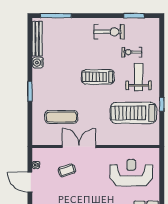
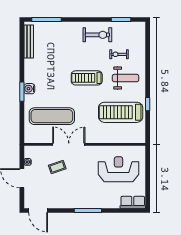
water cooler: (38, 63) -> (29, 89), moved
weight bench: (139, 77) -> (126, 78), turned 90
exercise mat: (61, 117) -> (52, 116), width x1.36, depth x1.45

